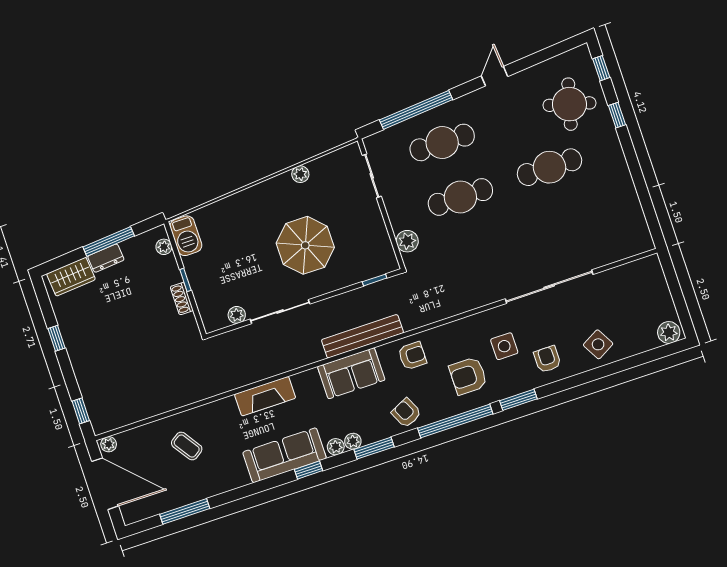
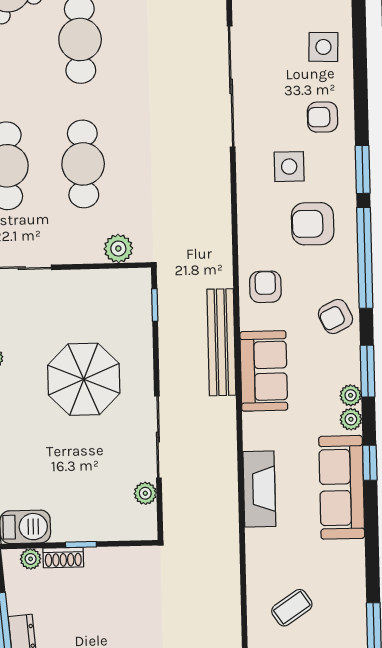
shoe rack: (182, 299) -> (63, 558), moved
side table: (598, 344) -> (323, 47), turned 31
armchair: (468, 376) -> (313, 224), turned 90

